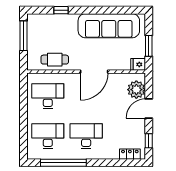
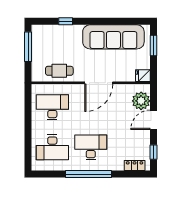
window: (149, 46) -> (153, 45), moved
desk: (48, 136) -> (52, 147), turned 180
window: (63, 163) -> (89, 174), moved

